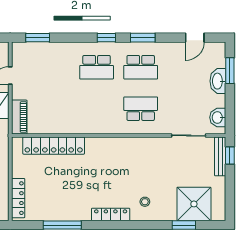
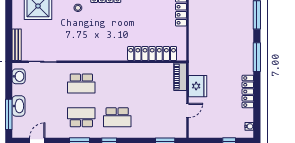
school desk: (97, 67) -> (117, 117), turned 180
window: (230, 71) -> (9, 114), width x1.44
window: (230, 155) -> (9, 45), removed

